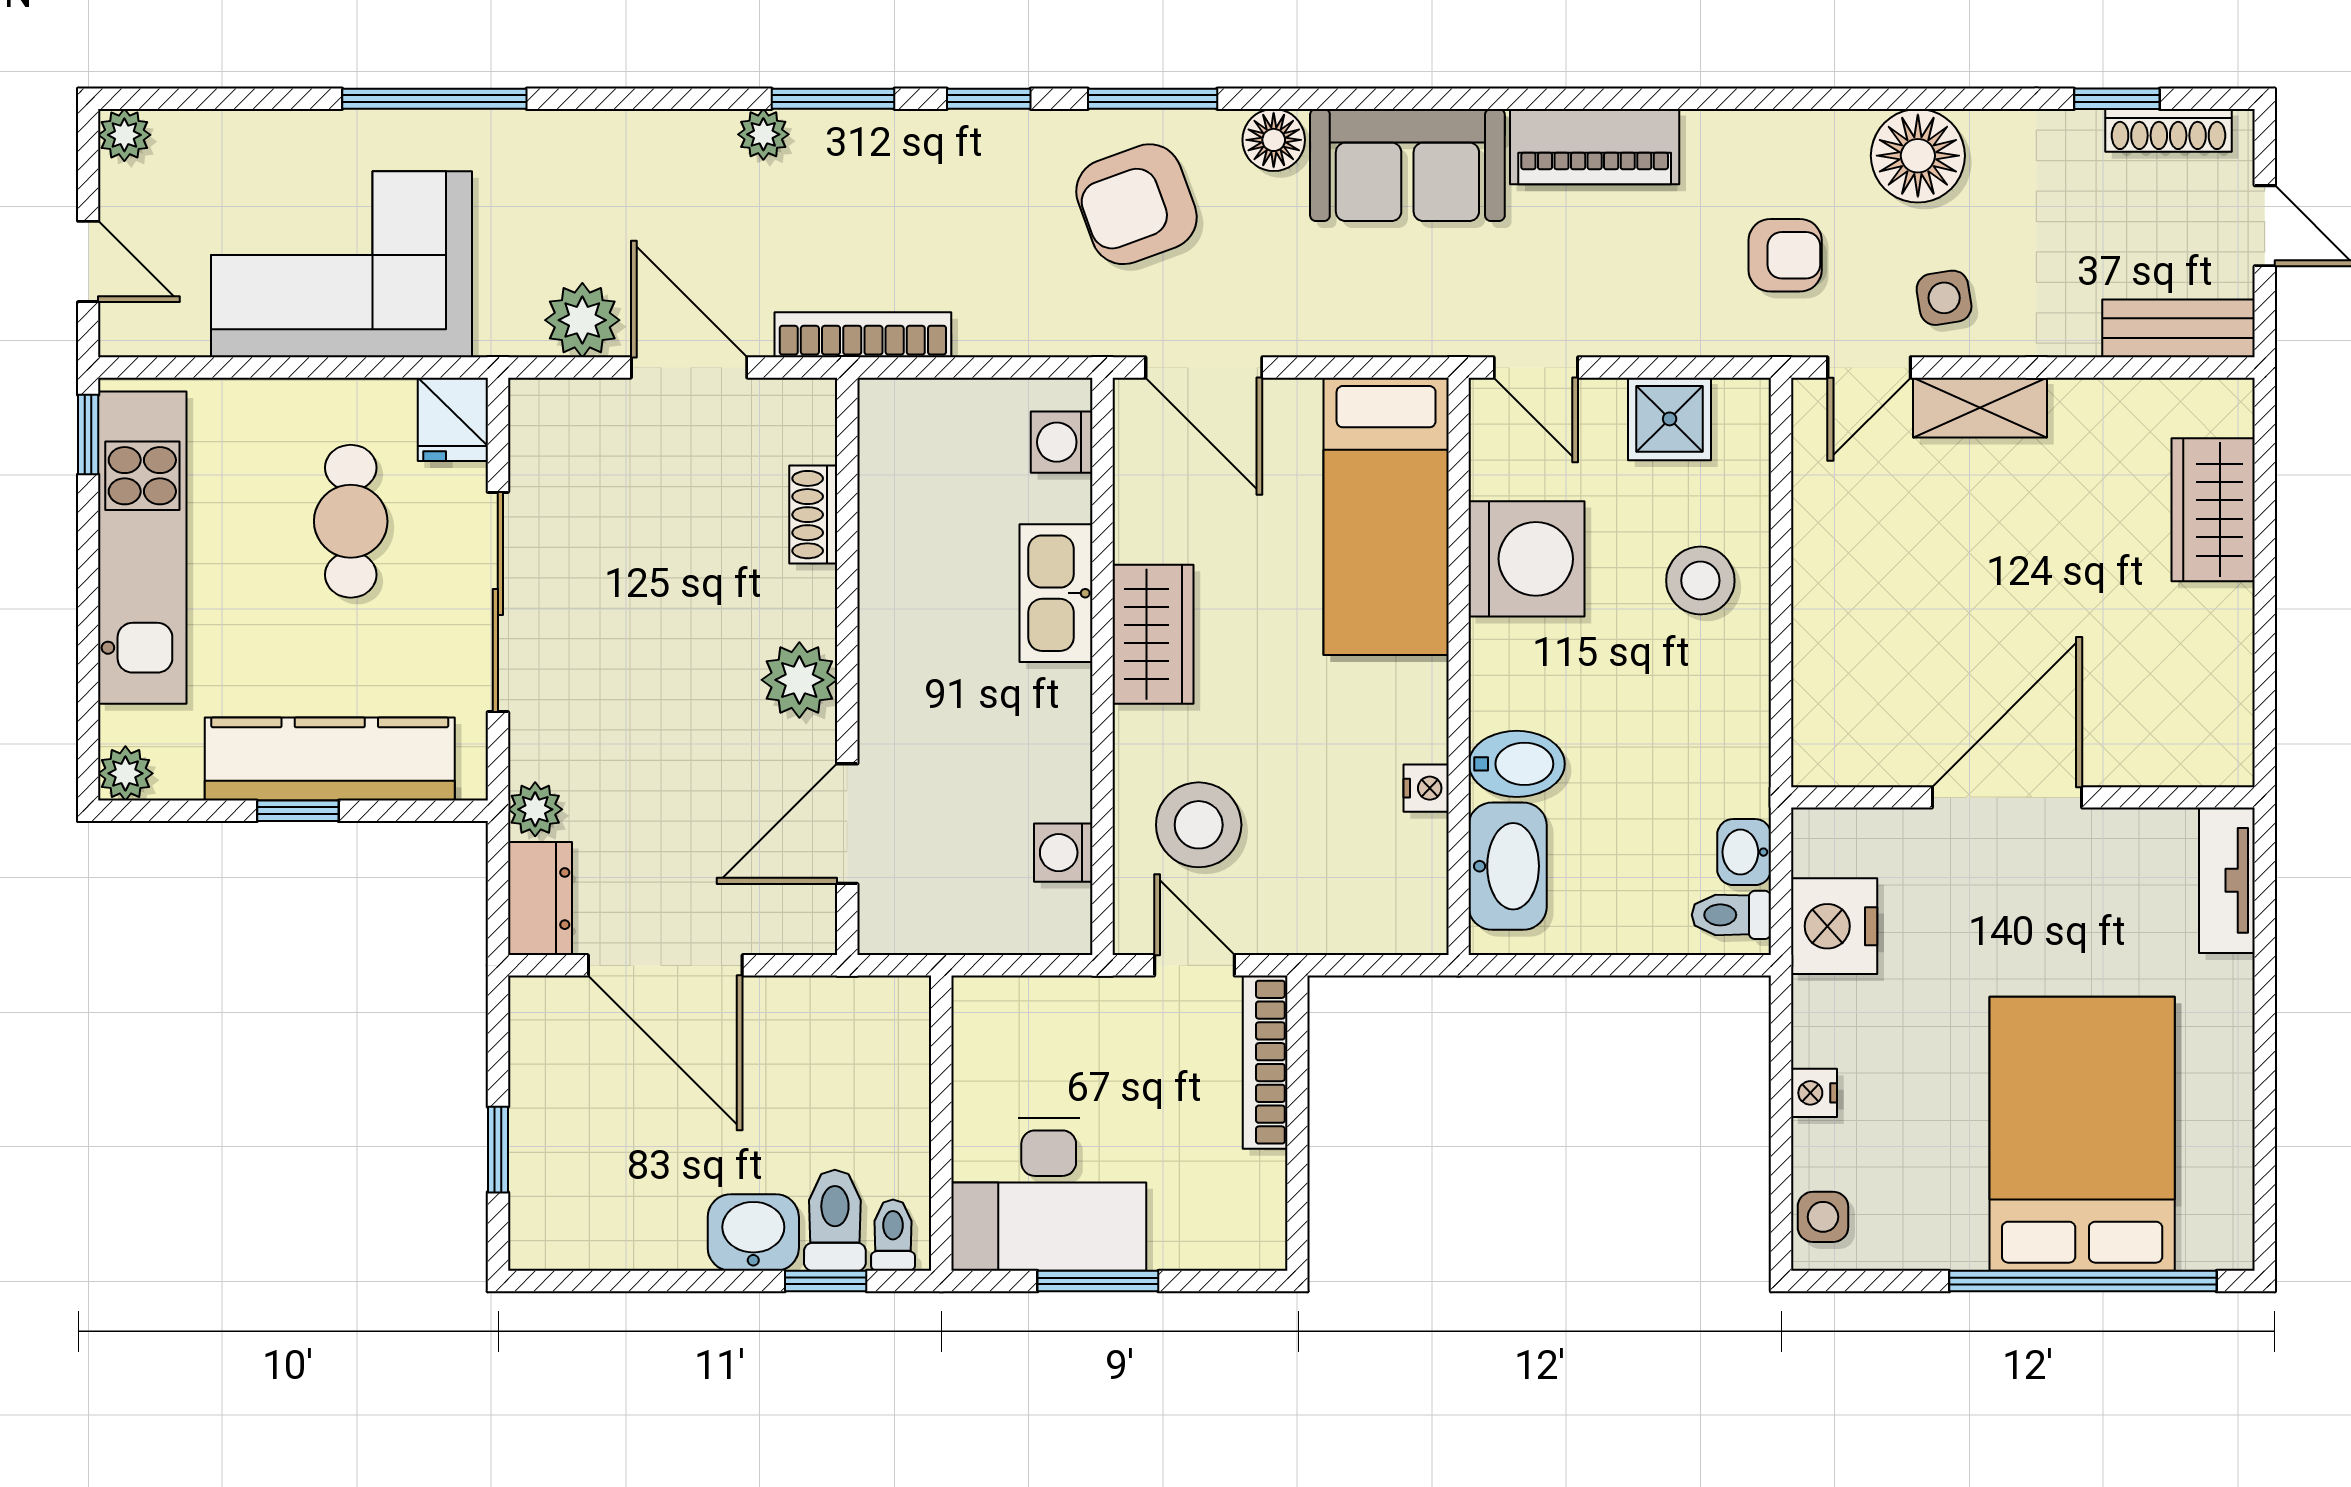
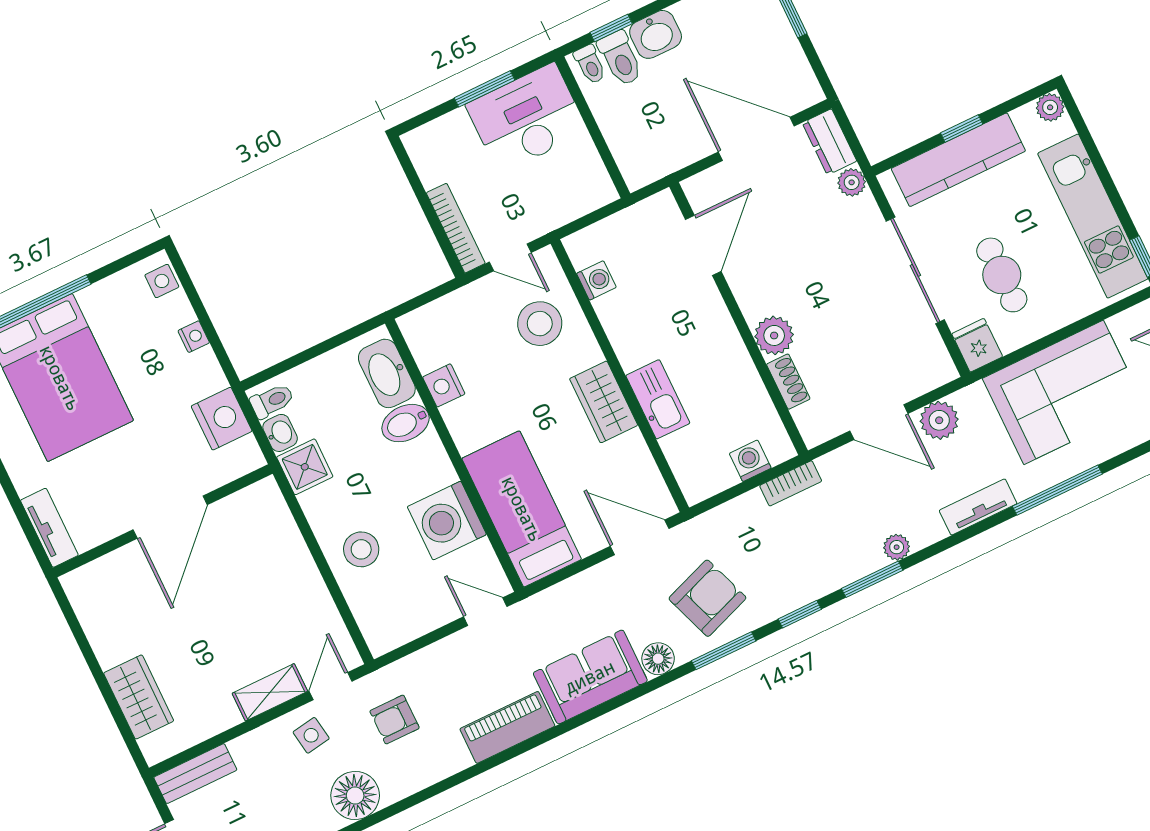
tv unit: (587, 136) -> (978, 507), added
bookcase: (863, 335) -> (791, 483), width x0.64
shower: (1670, 419) -> (305, 467), moved
washing machine: (1062, 442) -> (750, 461), moved, turned -90
plant: (799, 680) -> (774, 335), moved
nightstand: (1426, 788) -> (444, 385), width x1.39, depth x1.35

